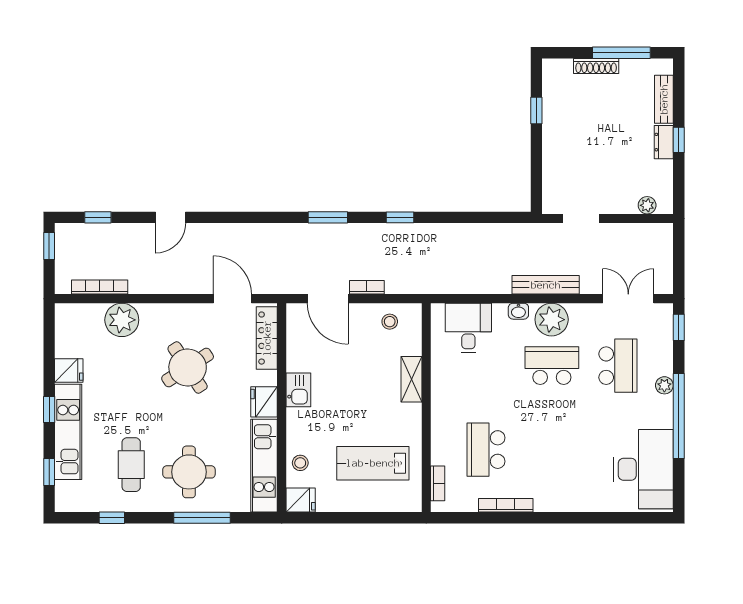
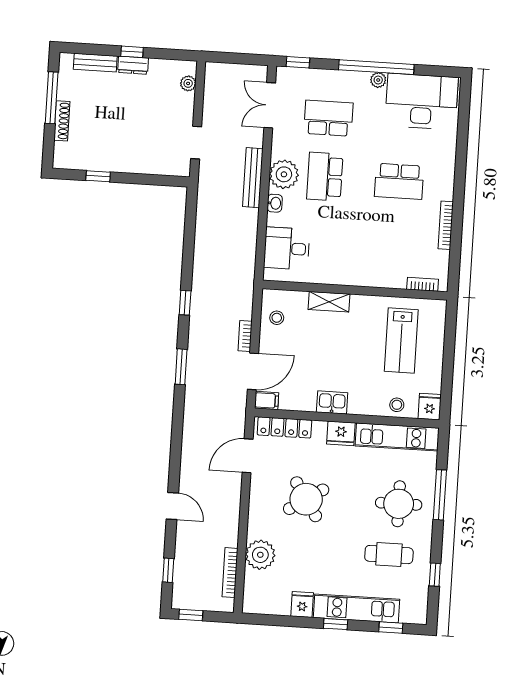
filing cabinet: (296, 316) -> (267, 401), added
plant: (664, 385) -> (378, 80), moved
school desk: (486, 450) -> (399, 181), moved

